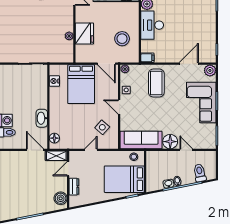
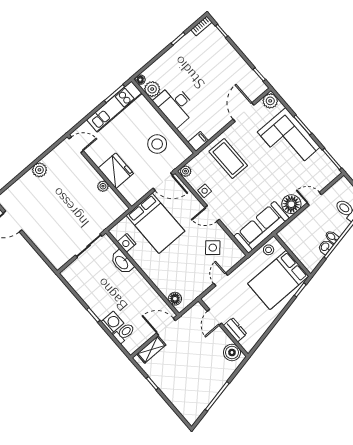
washbasin: (42, 118) -> (122, 262), moved
shelving: (56, 156) -> (151, 349), moved

